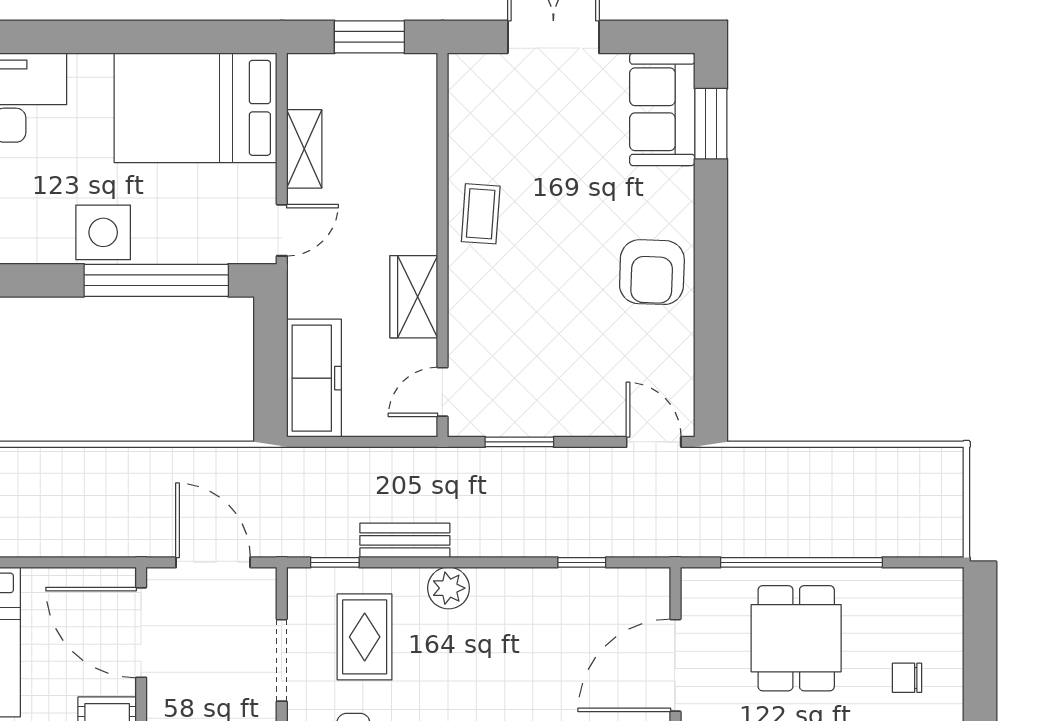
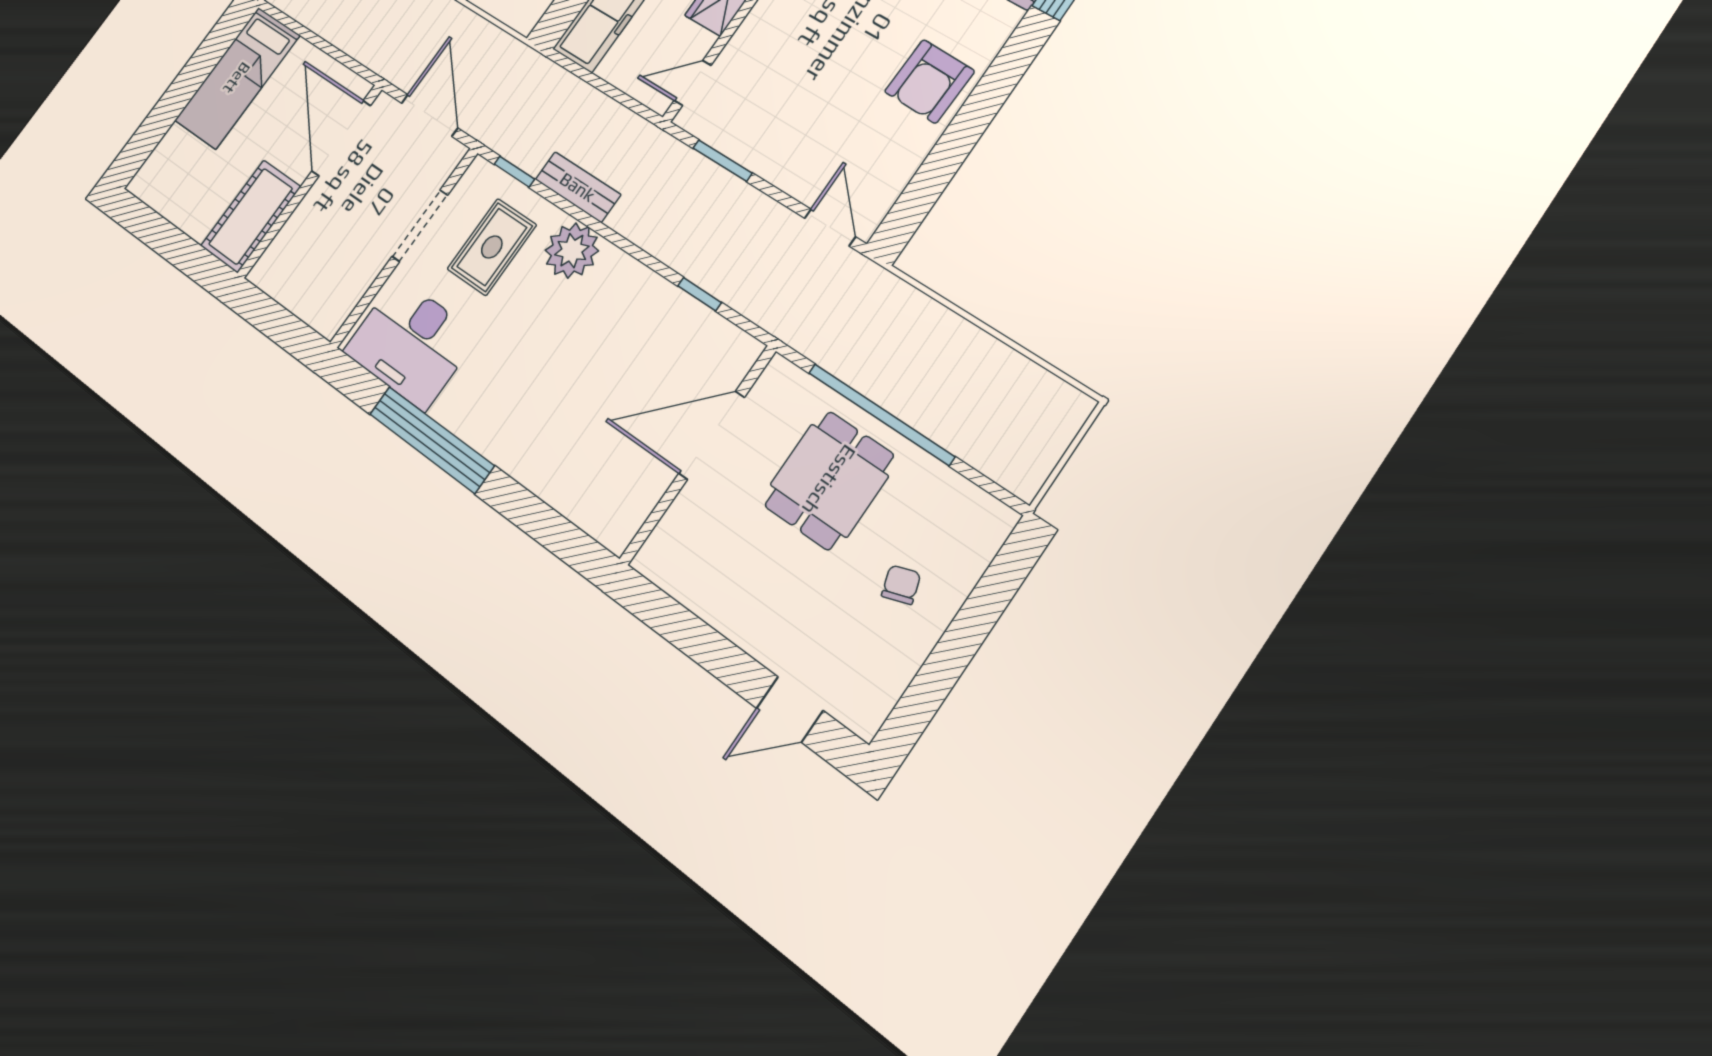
plant: (449, 588) -> (572, 251), width x1.36, depth x1.36
chair: (907, 678) -> (901, 585), turned 72

